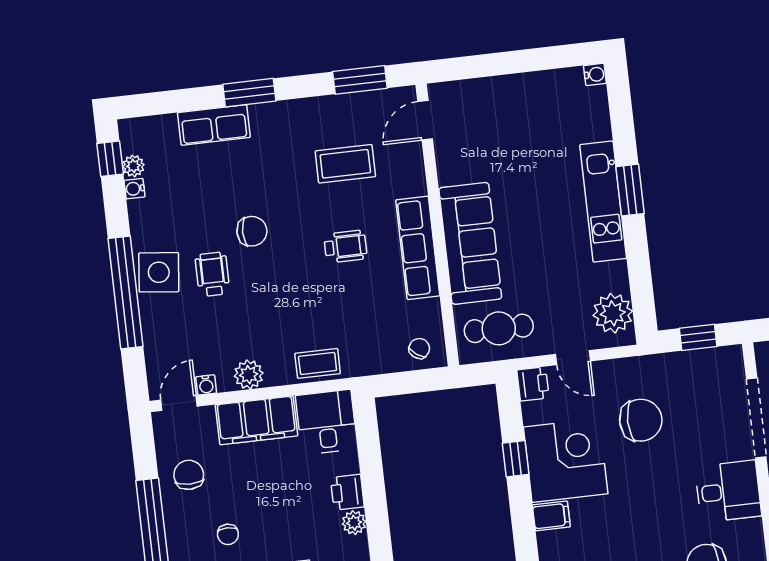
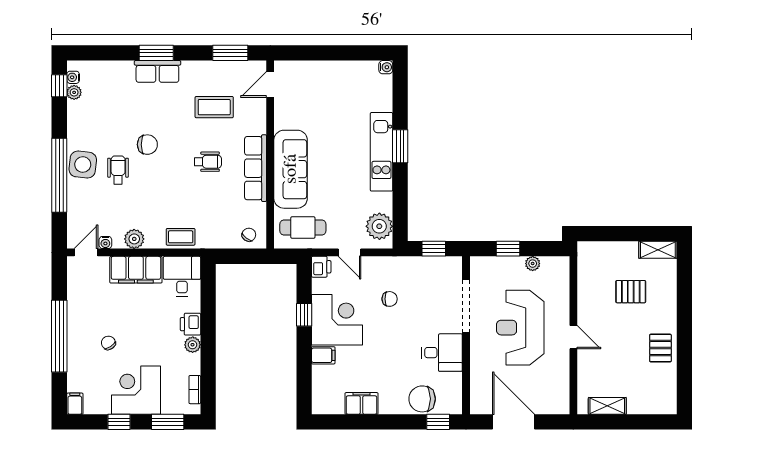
row of seats: (214, 125) -> (157, 71), moved
water cooler: (135, 189) -> (73, 77), moved
chair: (641, 420) -> (390, 299), width x0.54, depth x0.54
chair: (189, 475) -> (87, 301), removed
chair: (228, 534) -> (108, 343), turned 146

